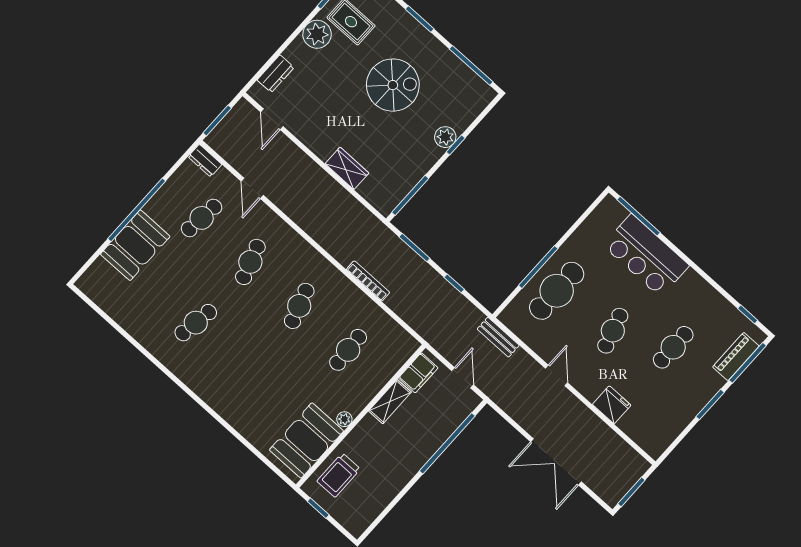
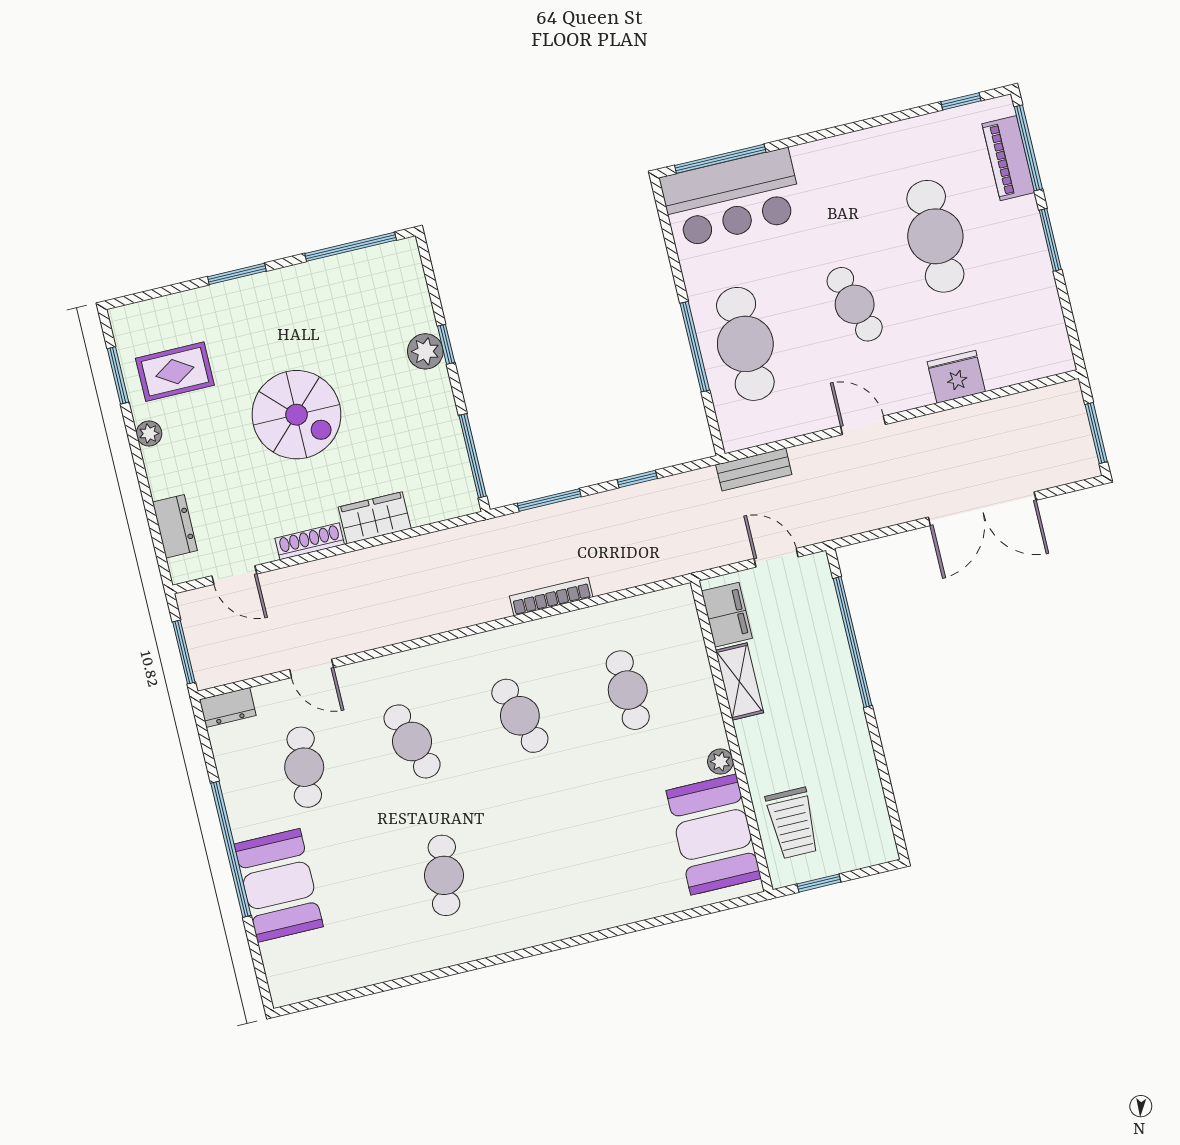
plant: (317, 34) -> (149, 434), width x0.53, depth x0.53
spiral stairs: (393, 85) -> (296, 415), moved, turned 90
shoe rack: (314, 145) -> (310, 541), added
bar counter: (646, 255) -> (732, 198), moved
cafe table: (673, 347) -> (935, 236), width x1.37, depth x1.35

